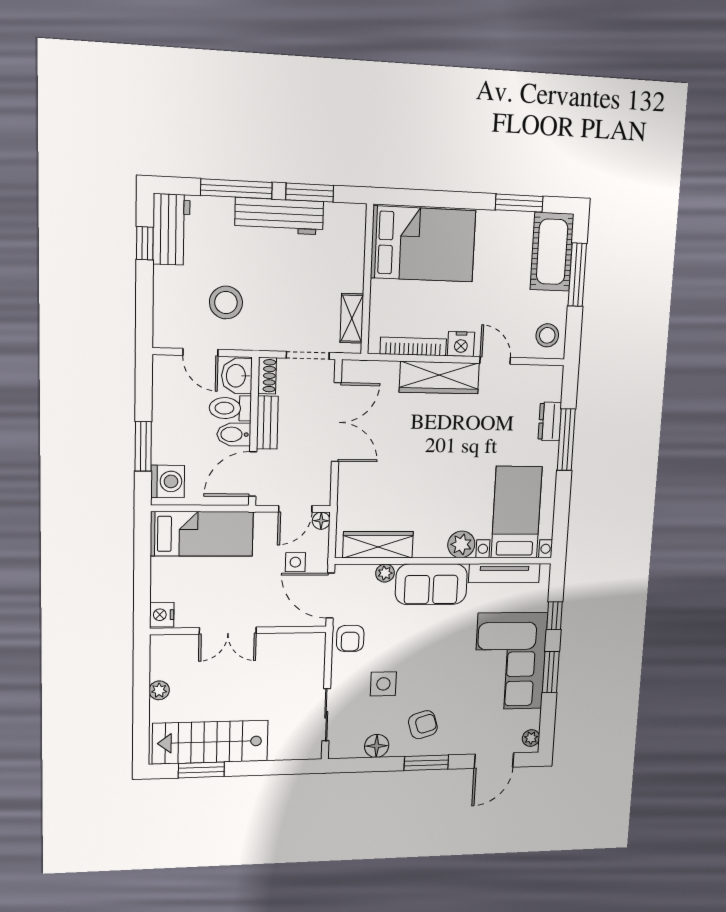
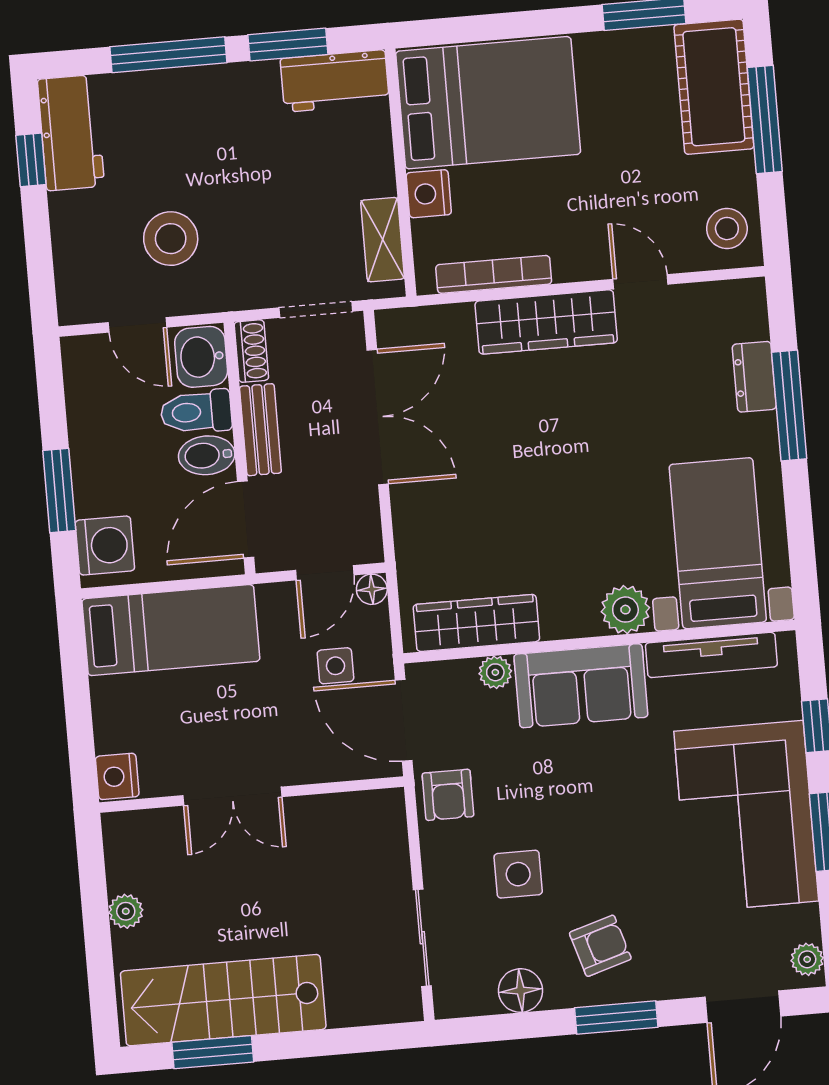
workbench: (279, 216) -> (335, 81), moved, width x0.73
nightstand: (461, 344) -> (429, 194), moved, turned 90

